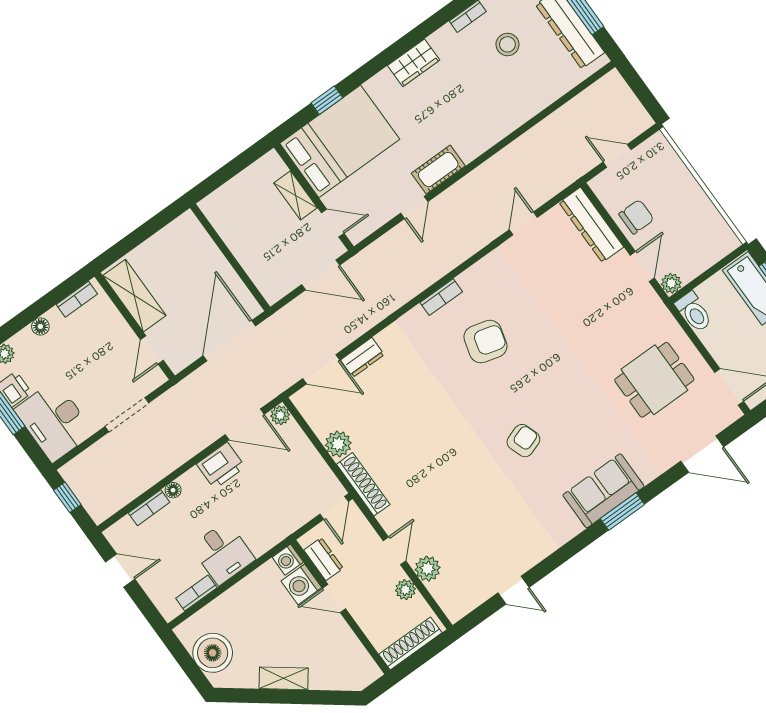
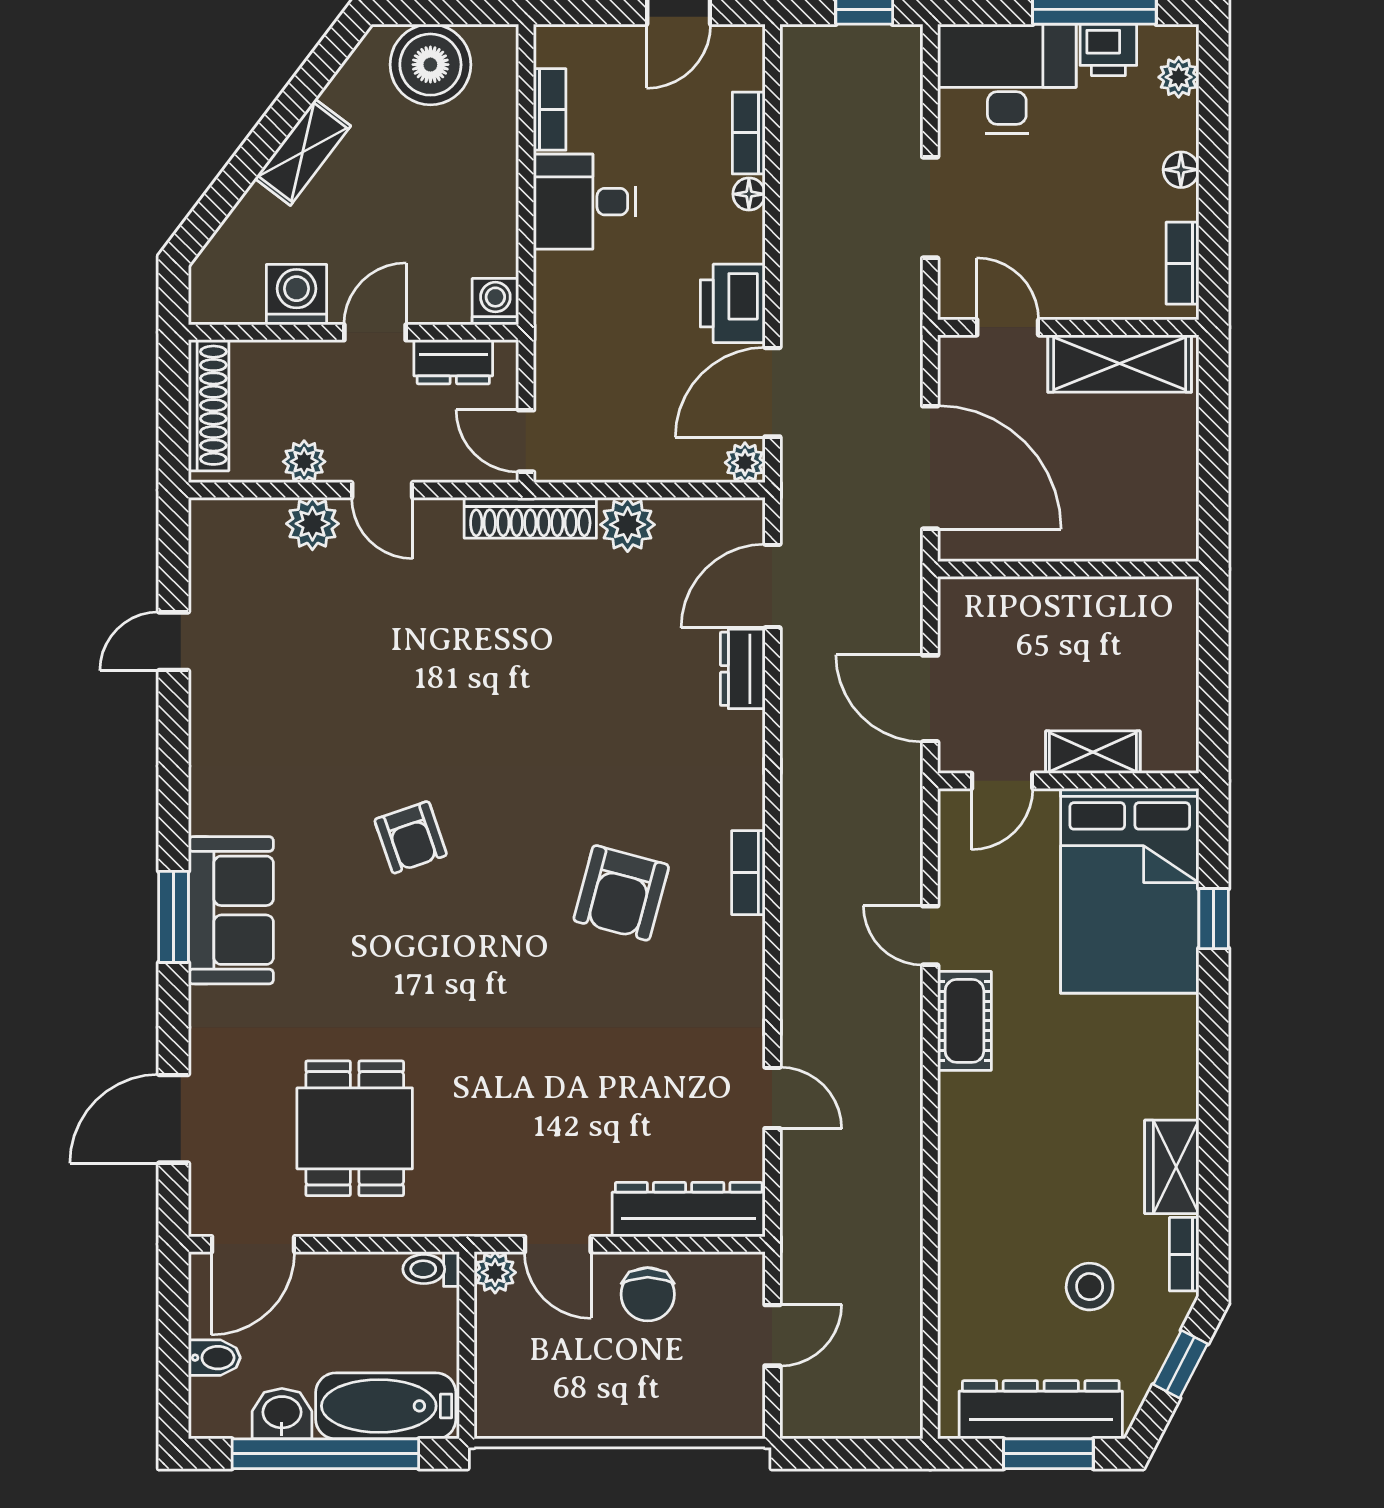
wardrobe: (414, 63) -> (1172, 1167), moved
door: (321, 275) -> (930, 698), hinge flipped
toilet: (694, 312) -> (431, 1269), width x0.73, depth x0.72
washing machine: (301, 584) -> (296, 295), moved

